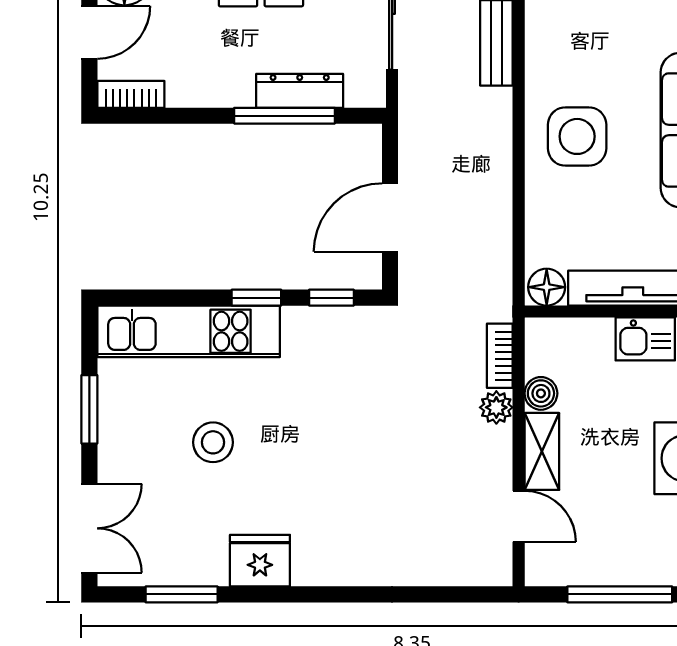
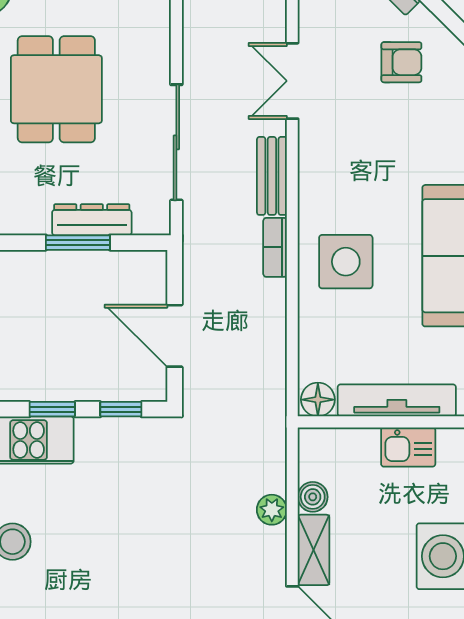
window: (284, 116) -> (78, 243), width x0.69
door: (390, 218) -> (175, 336), hinge flipped
bookcase: (500, 356) -> (275, 247), moved

